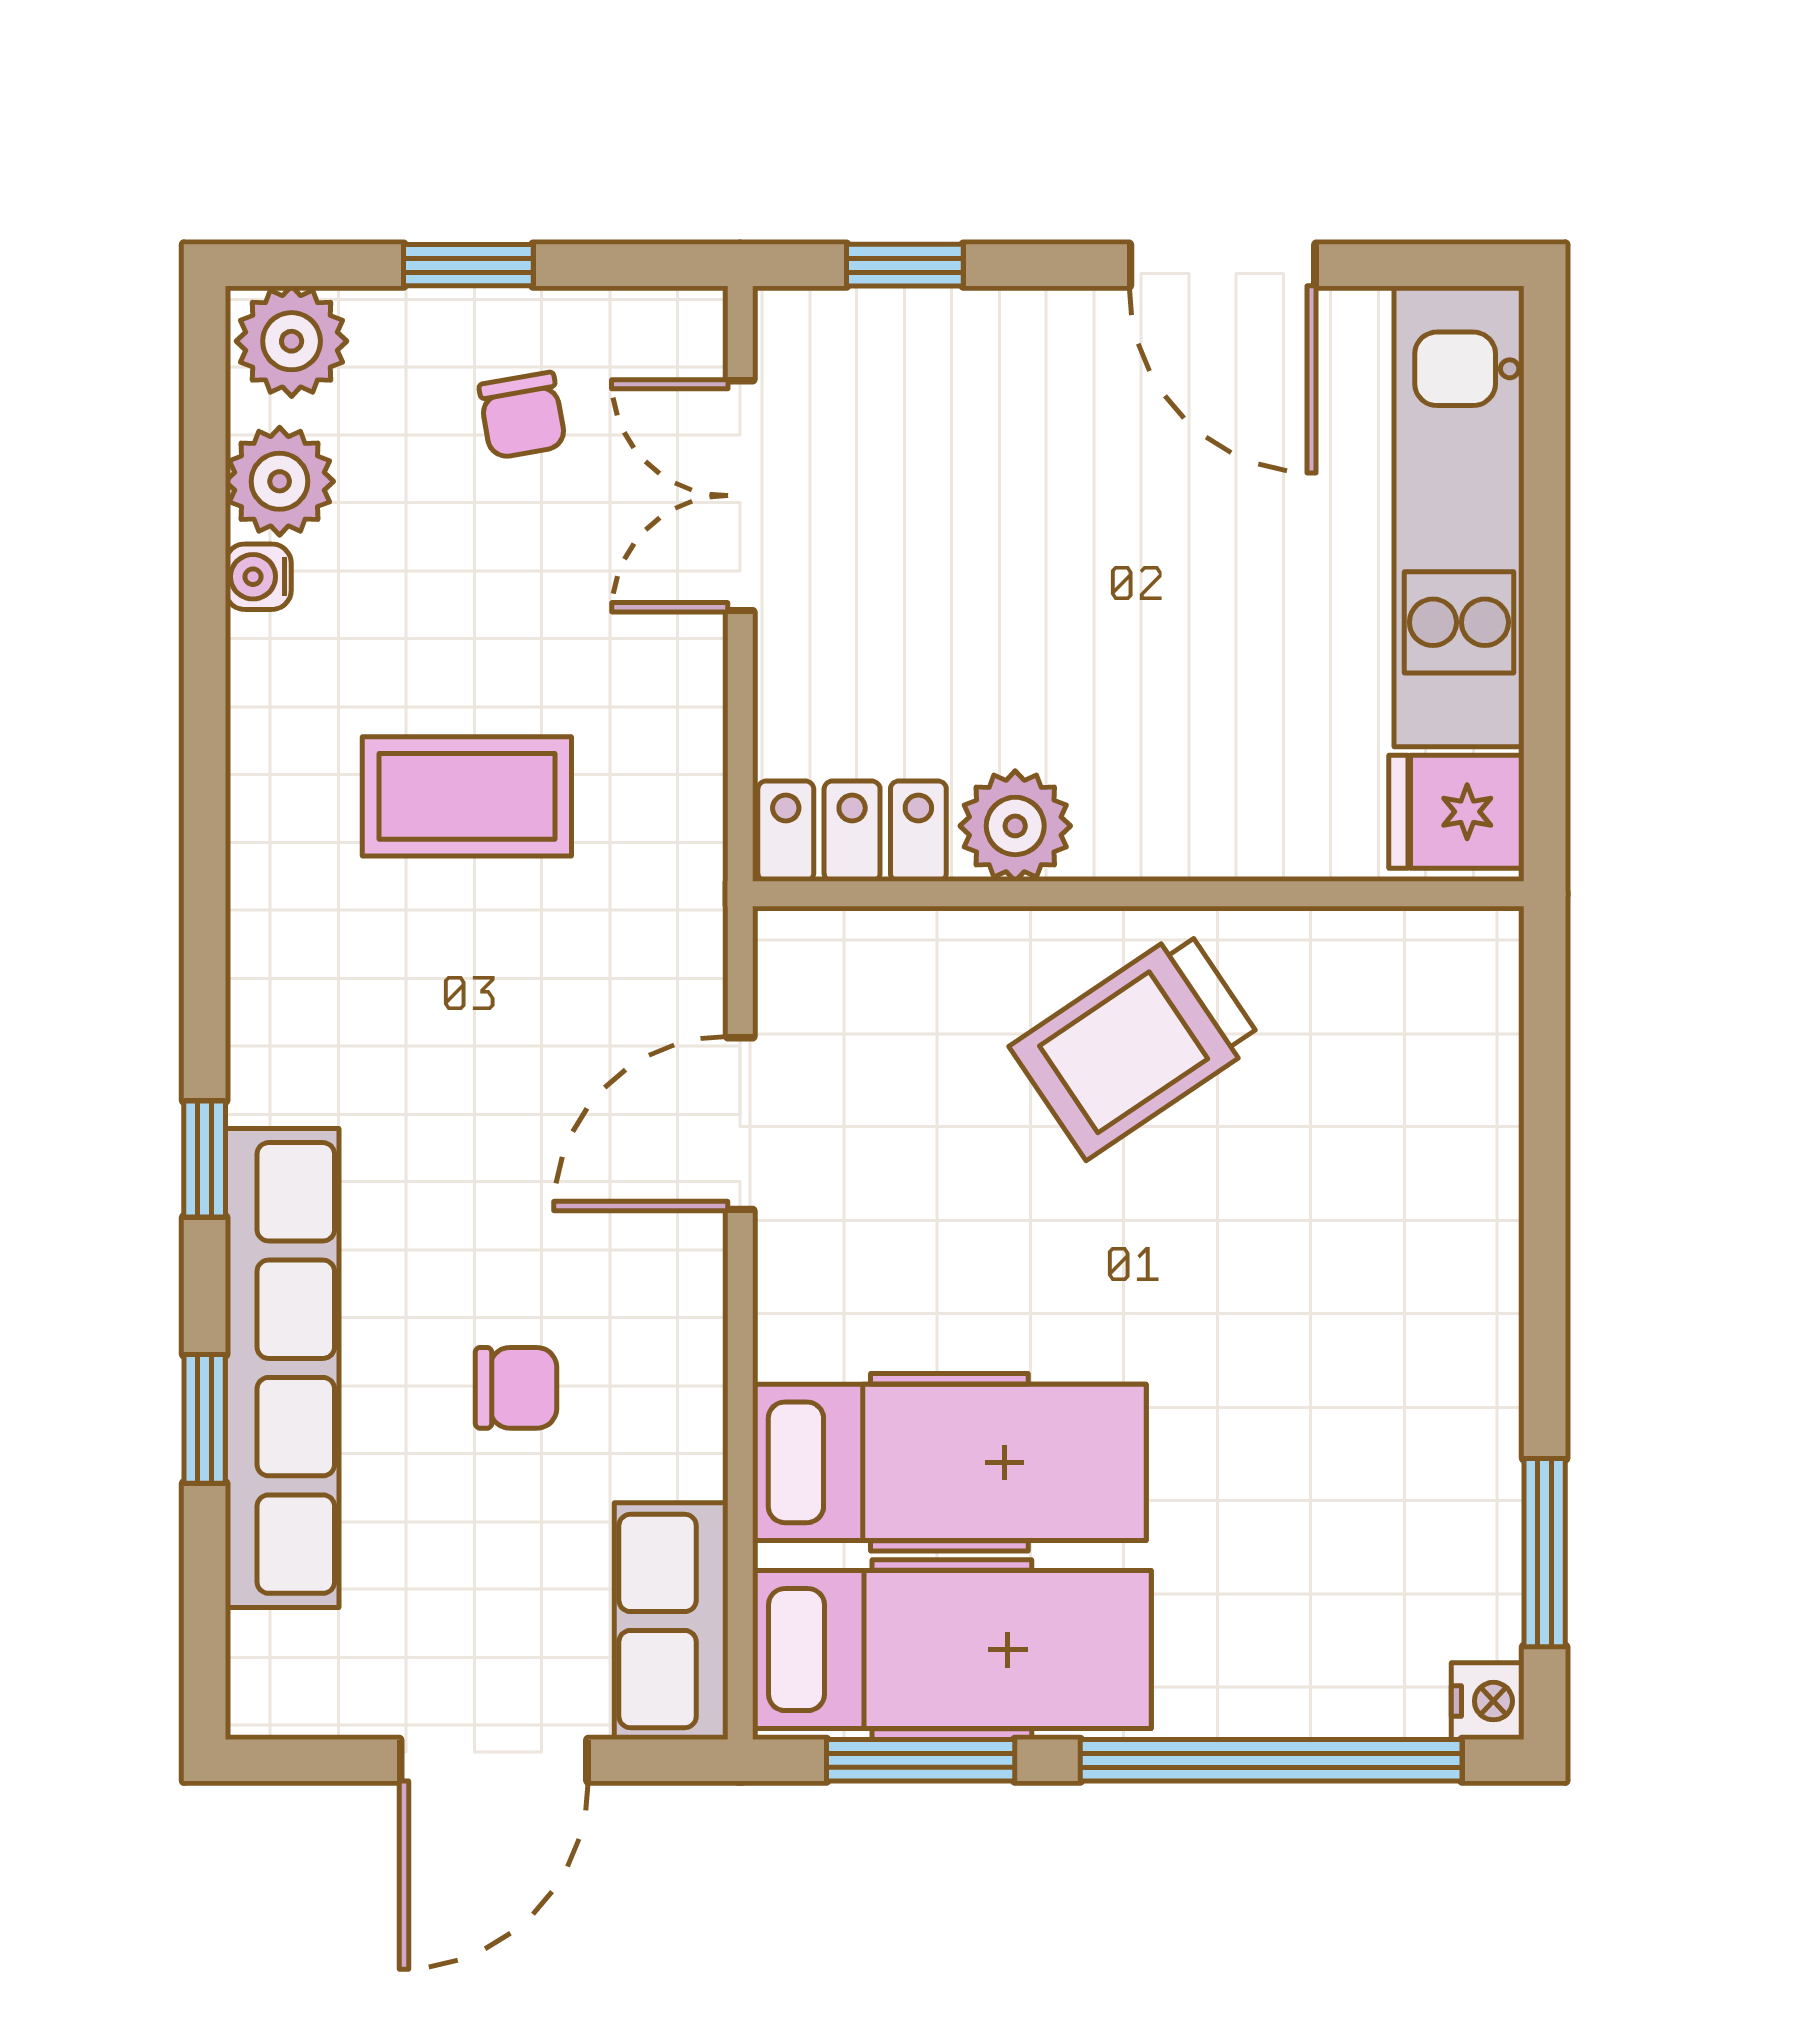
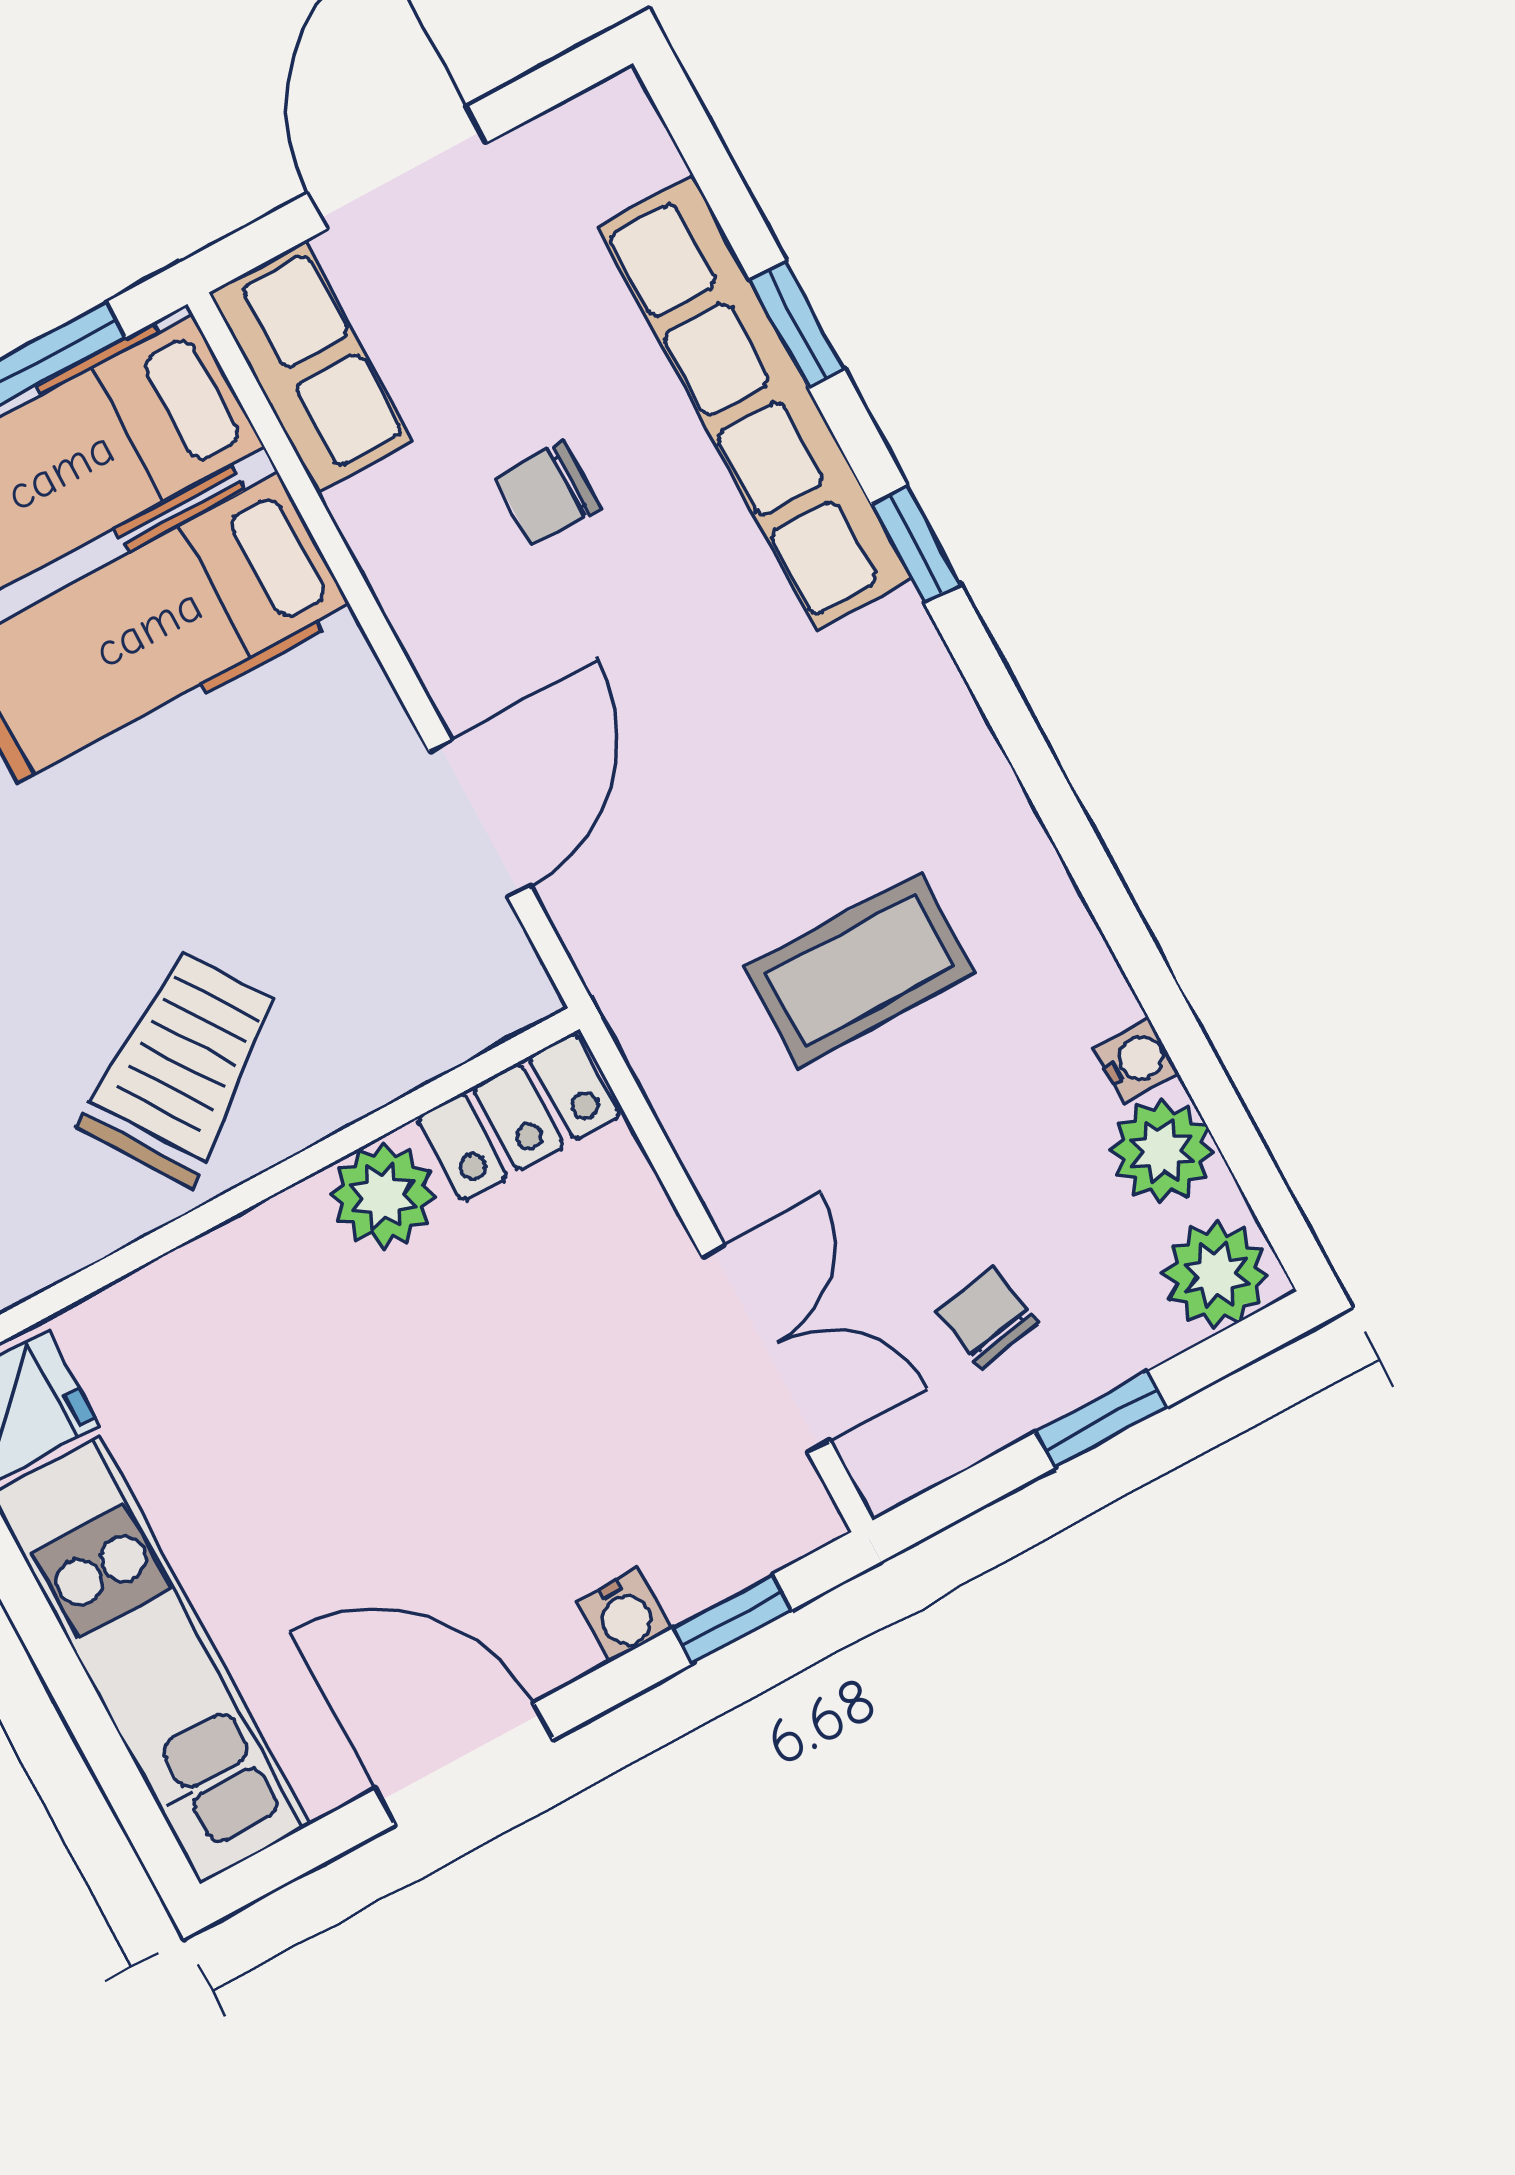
water cooler: (1002, 322) -> (624, 1615), added

